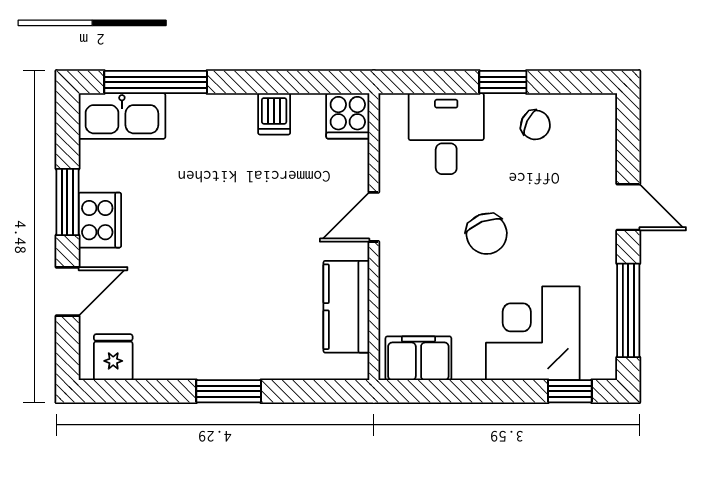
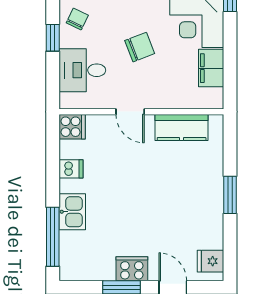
kitchen sink: (122, 116) -> (72, 212), moved, width x0.73
filing cabinet: (418, 358) -> (211, 68), moved

